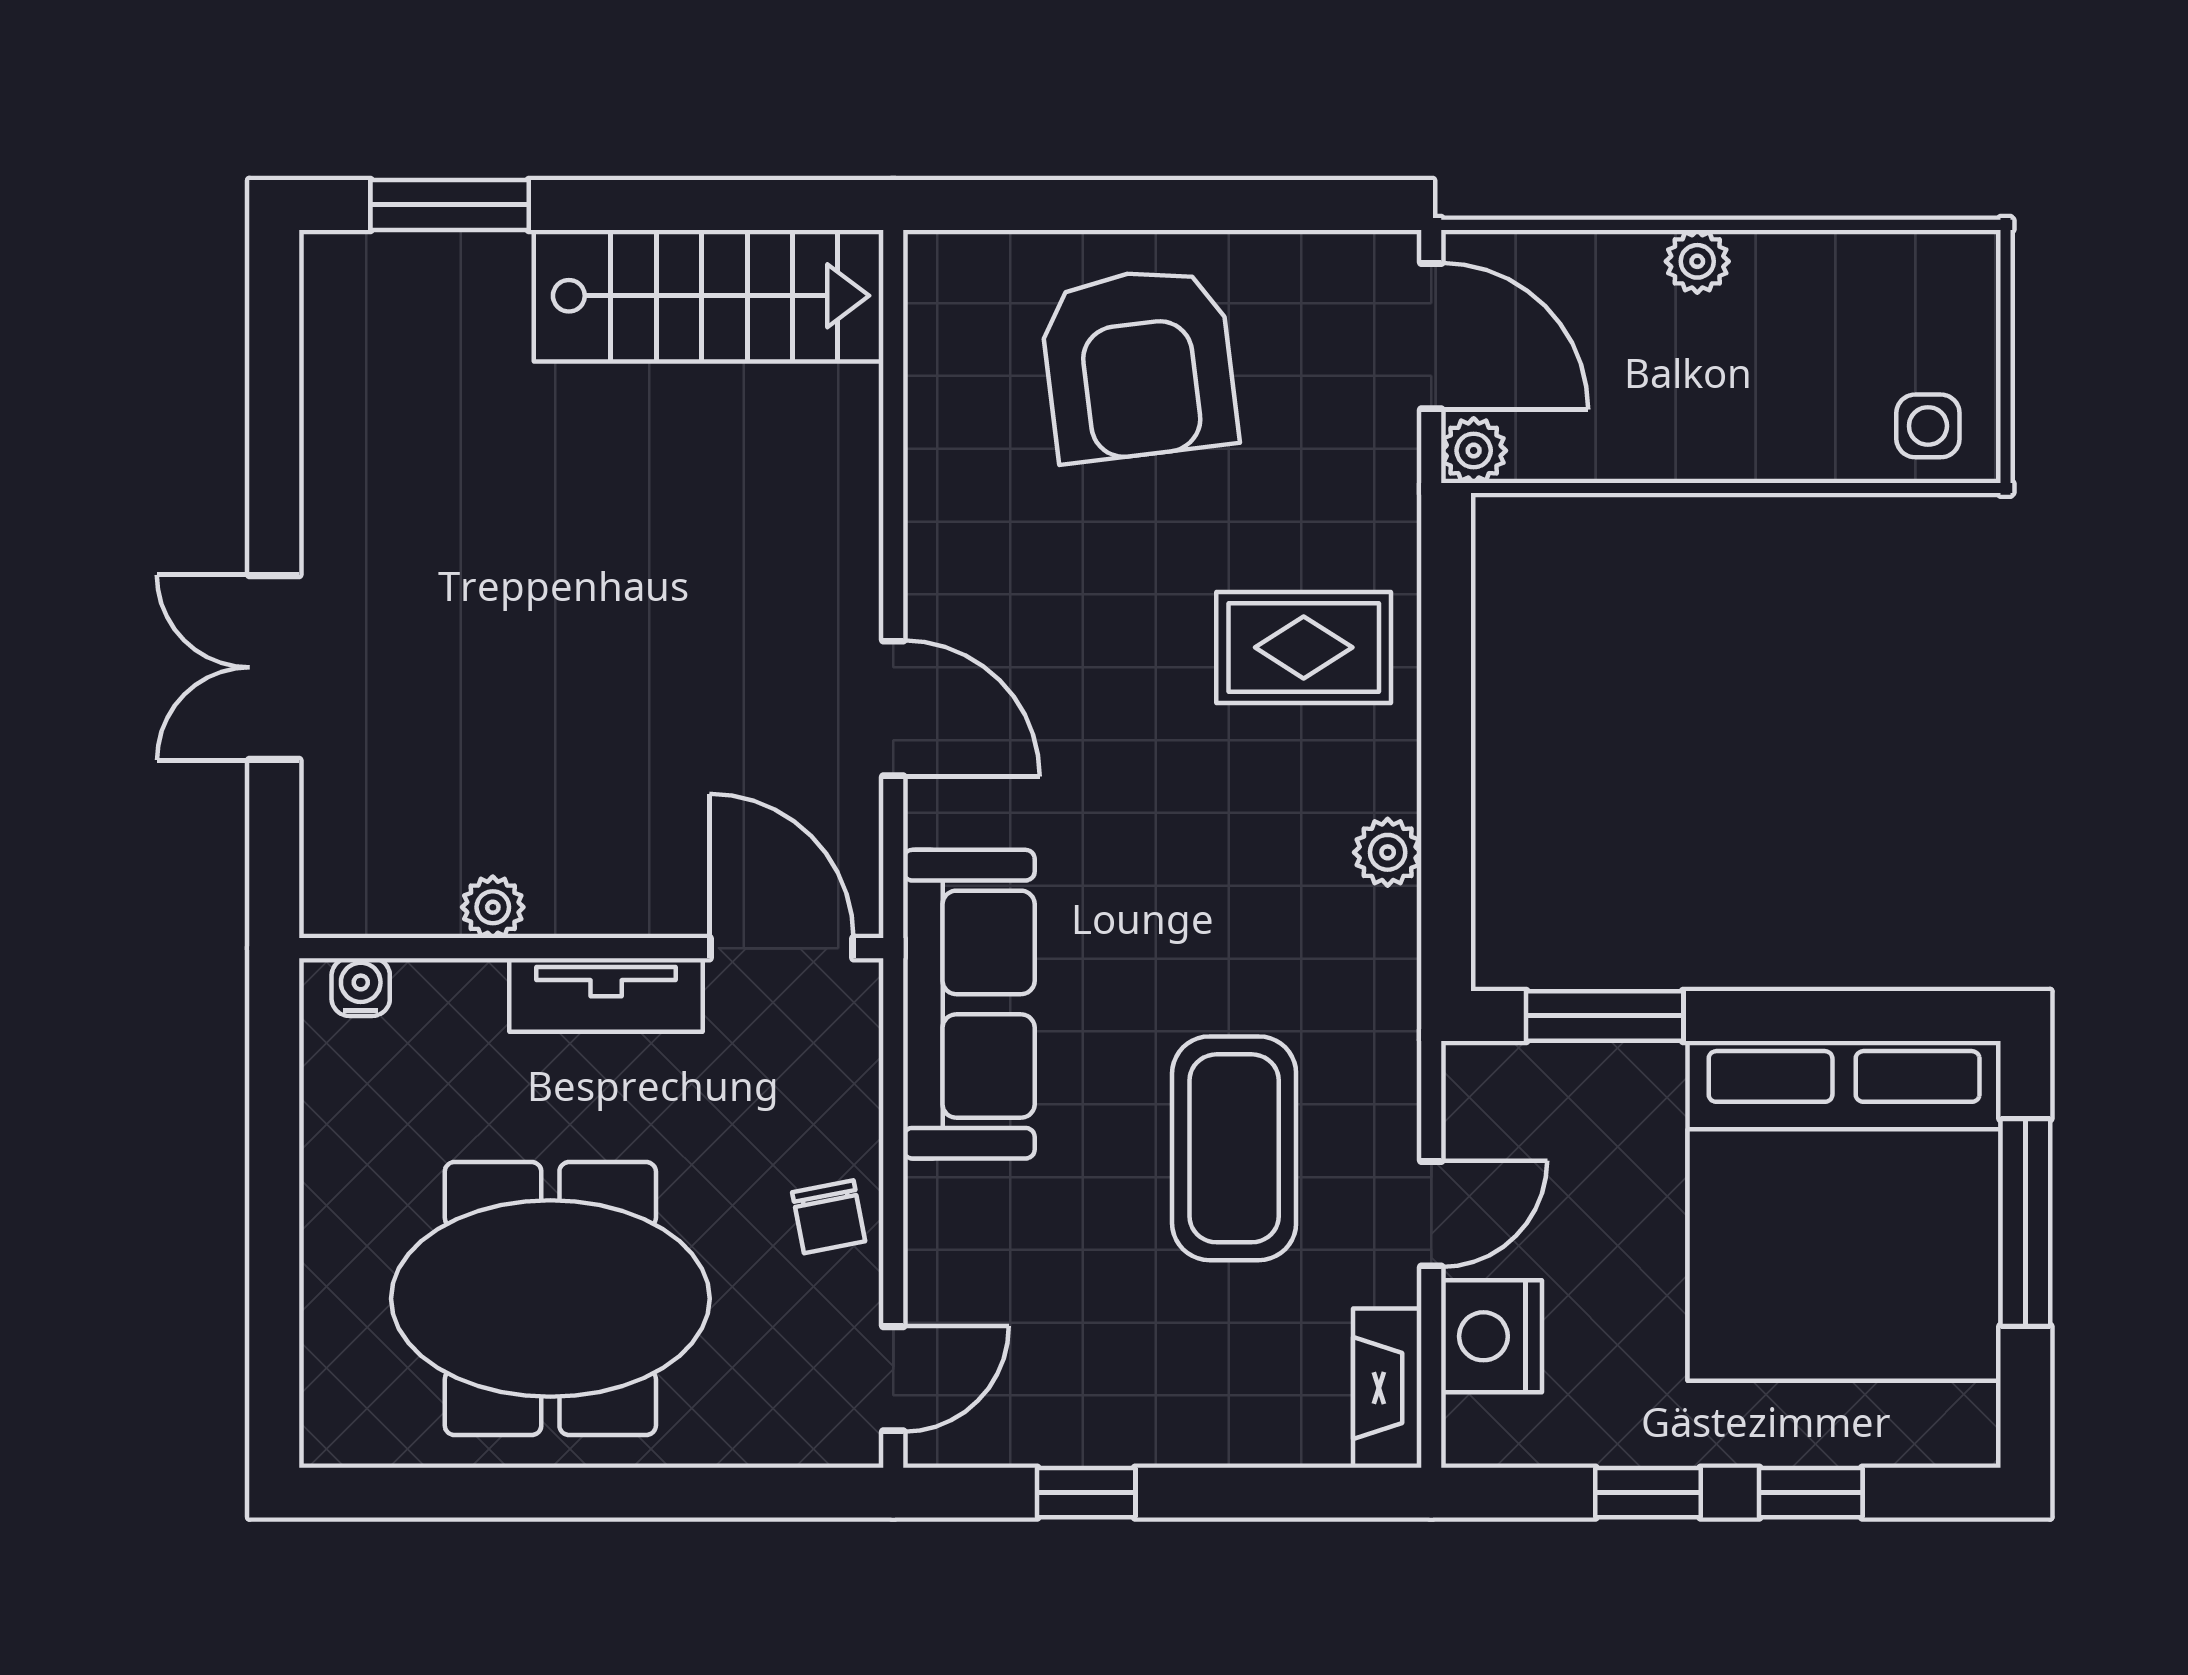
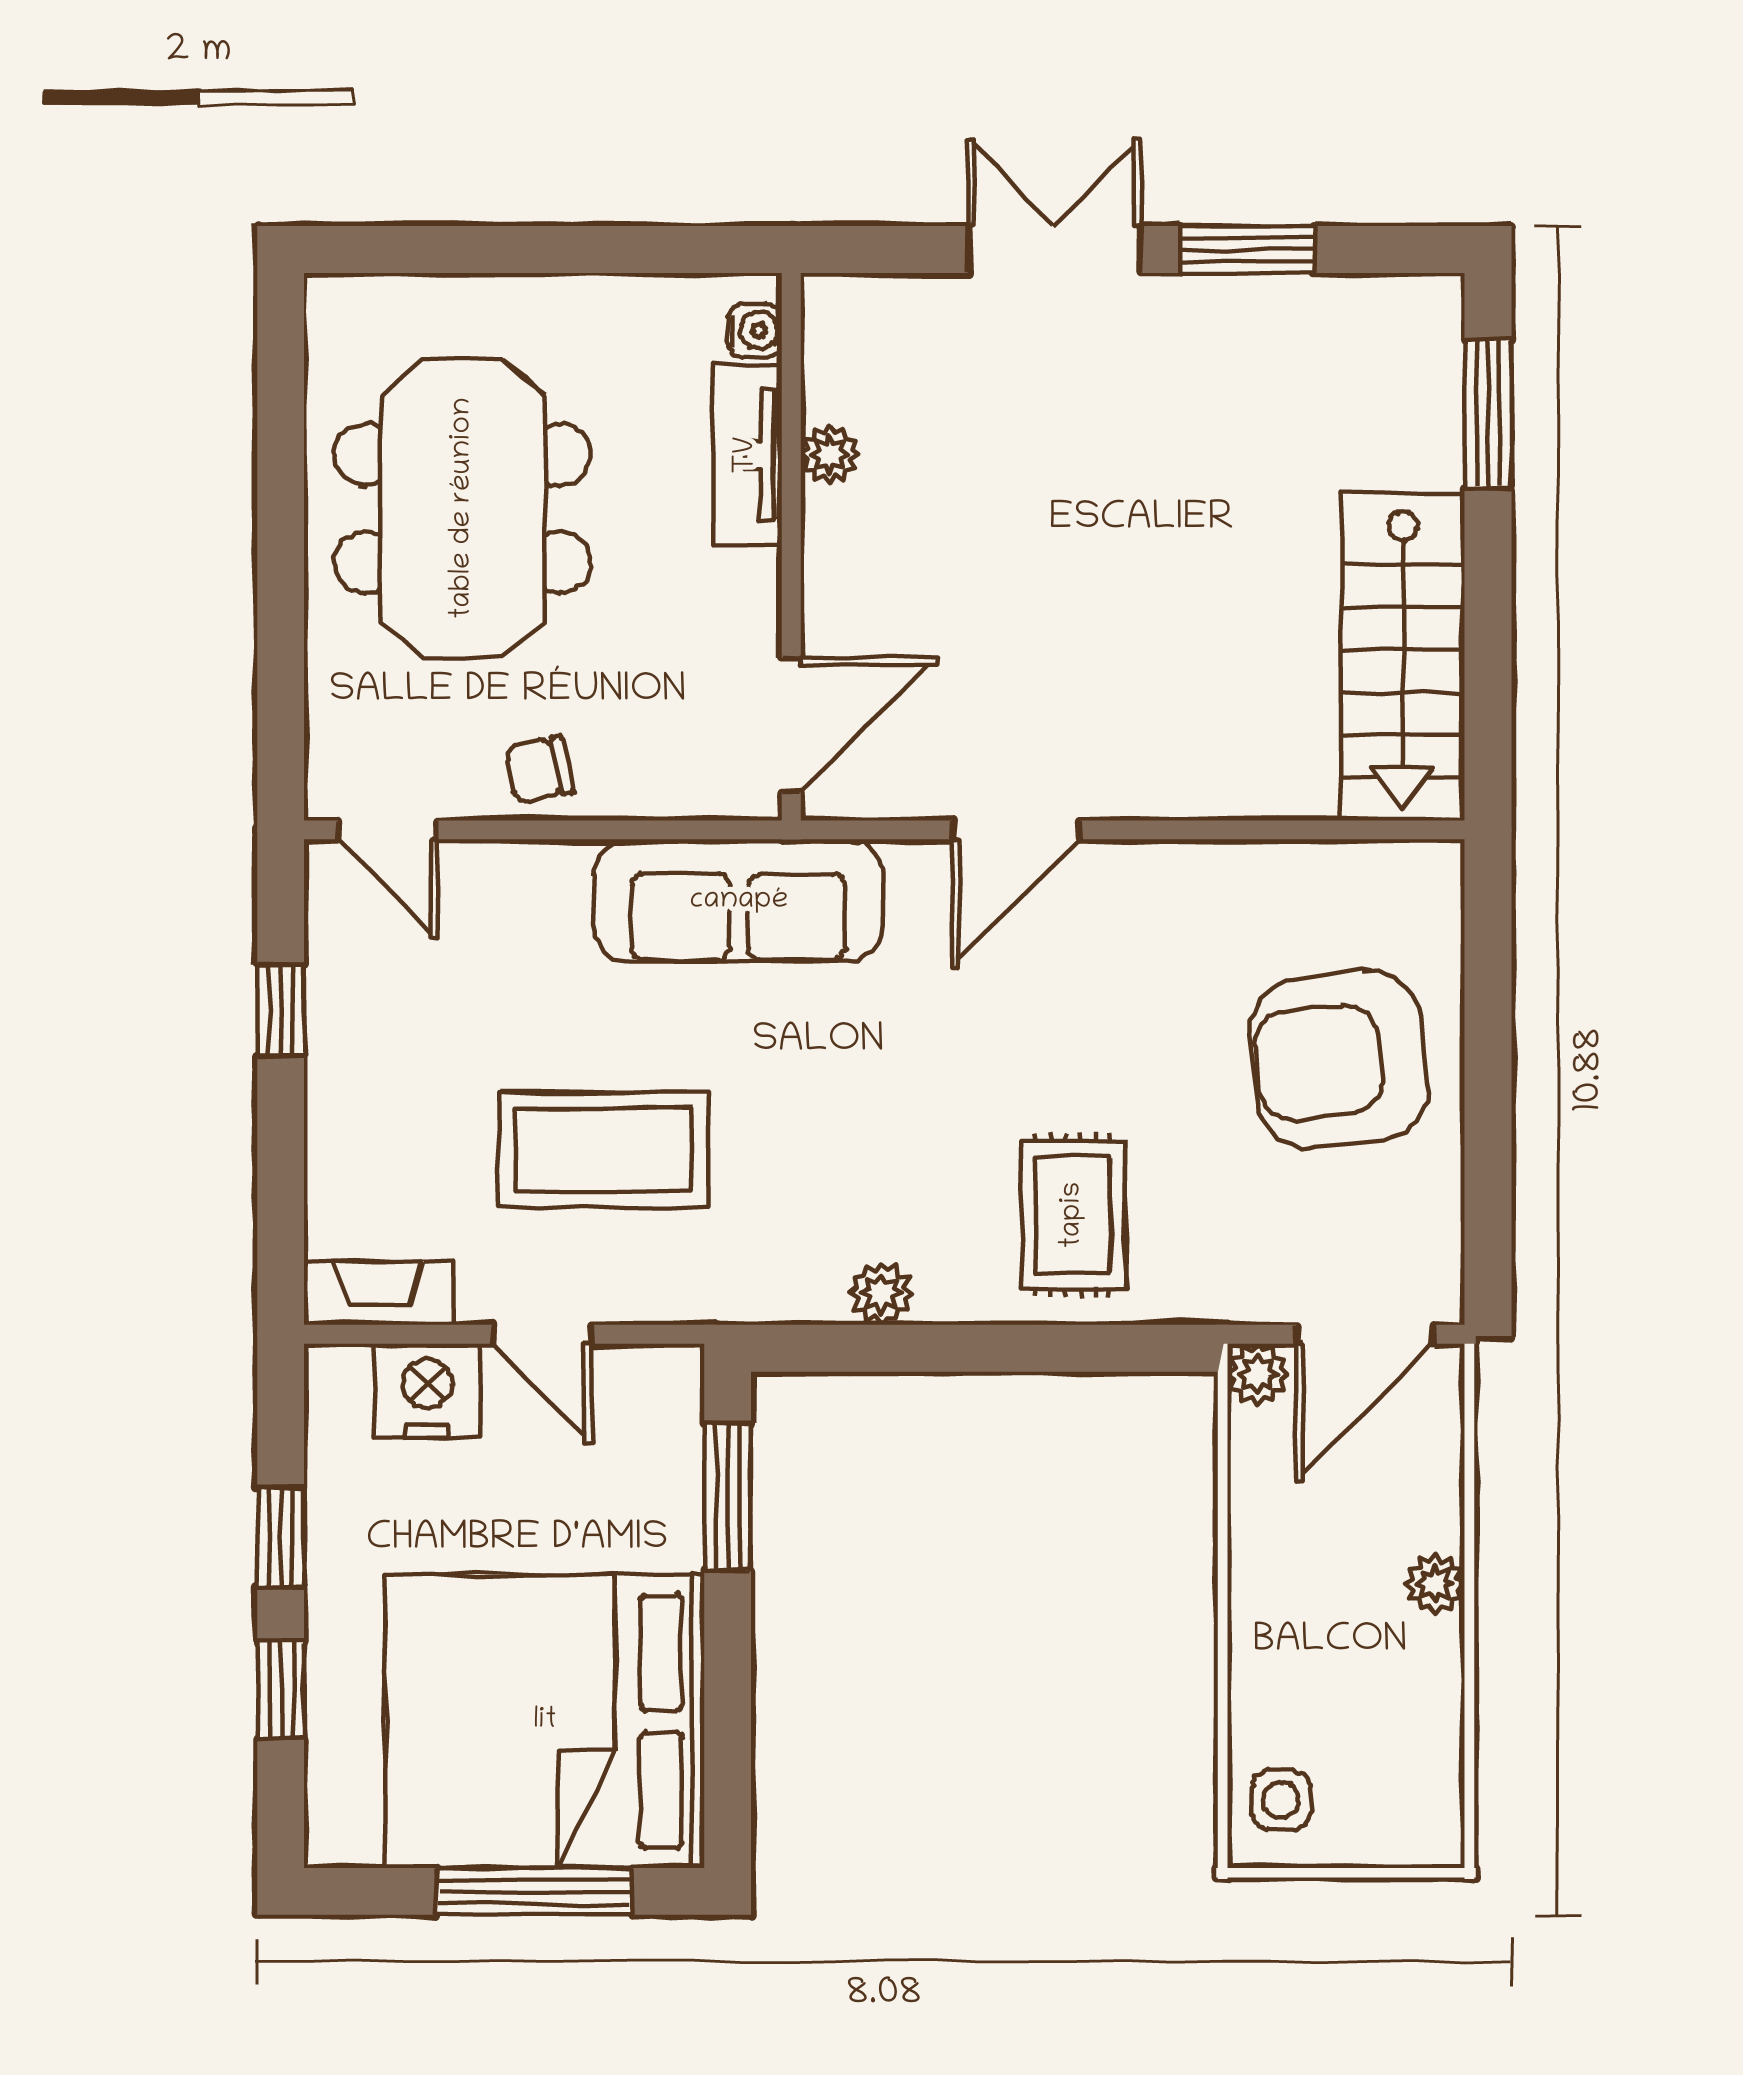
window: (274, 462) -> (1247, 249), added
tv unit: (606, 995) -> (747, 455), moved

